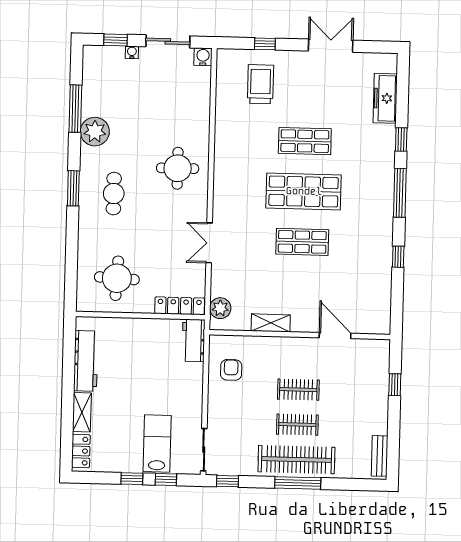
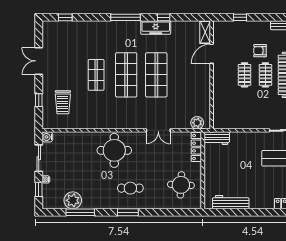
trolley: (260, 84) -> (63, 102), turned -90
freezer: (385, 98) -> (156, 28), moved
plant: (95, 132) -> (73, 200), moved
window: (401, 140) -> (65, 17), moved
round table: (178, 168) -> (114, 150), width x1.36, depth x1.36
shop shelf: (302, 242) -> (156, 75), width x1.43, depth x1.36
shelving: (271, 323) -> (205, 32), moved
armchair: (231, 370) -> (260, 51), moved
shelving: (82, 412) -> (261, 204), removed

